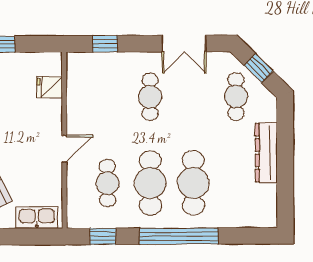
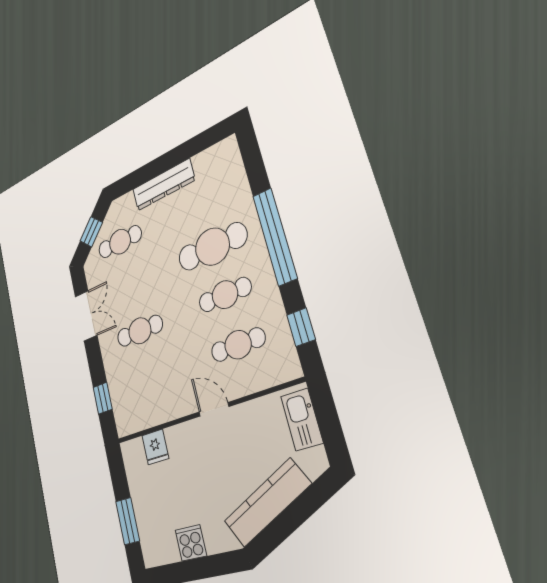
cafe table: (150, 183) -> (225, 295), width x0.73, depth x0.74

